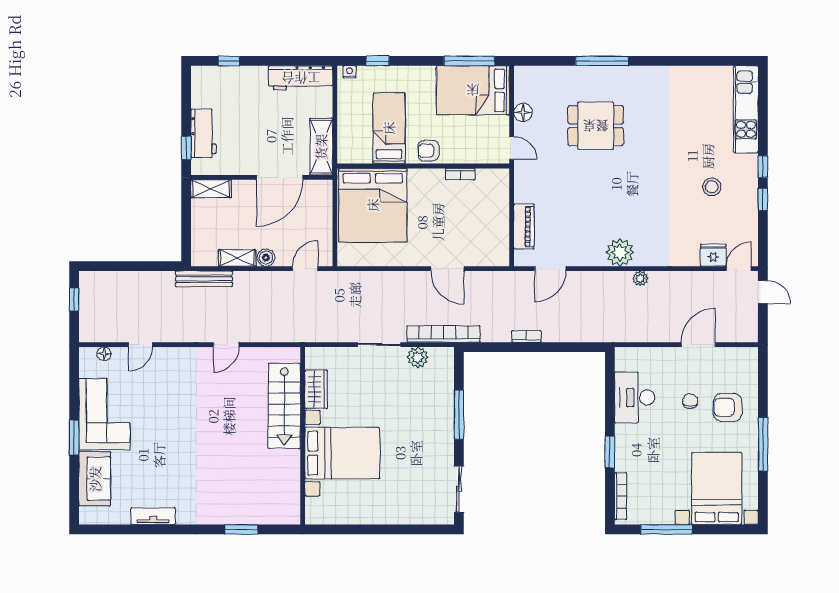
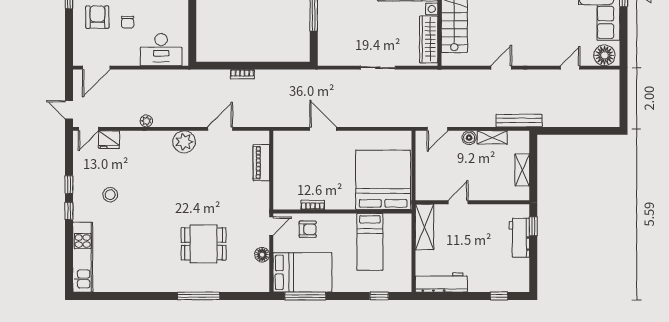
nightstand: (349, 72) -> (402, 287), removed
door: (512, 148) -> (271, 226), swing flipped
armchair: (428, 151) -> (308, 229), moved
door: (280, 177) -> (458, 202), width x0.53
shelving: (211, 189) -> (522, 170), moved, turned 90
door: (550, 269) -> (220, 129), moved
plant: (640, 278) -> (146, 121), moved
window: (74, 299) -> (624, 104), removed
bookcase: (444, 334) -> (326, 76), removed
bookcase: (526, 336) -> (242, 74), moved
door: (698, 345) -> (96, 68), moved
floor lamp: (104, 354) -> (604, 55), width x1.89, depth x1.89
plant: (418, 357) -> (347, 57), removed
wardrobe: (316, 389) -> (429, 39), width x1.50
desk: (635, 398) -> (161, 50), moved, turned 90
armchair: (728, 407) -> (97, 17), turned -90

